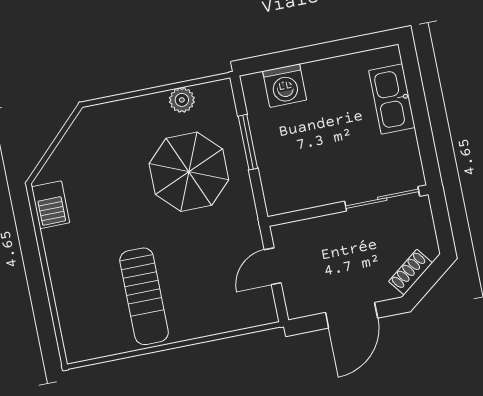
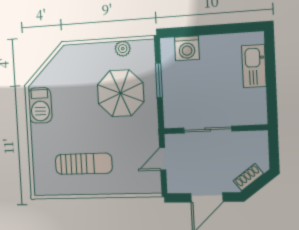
sliding door: (382, 199) -> (208, 130), moved
barbecue: (51, 205) -> (40, 105), width x1.38, depth x1.27
sun lounger: (144, 296) -> (84, 164), turned -90

